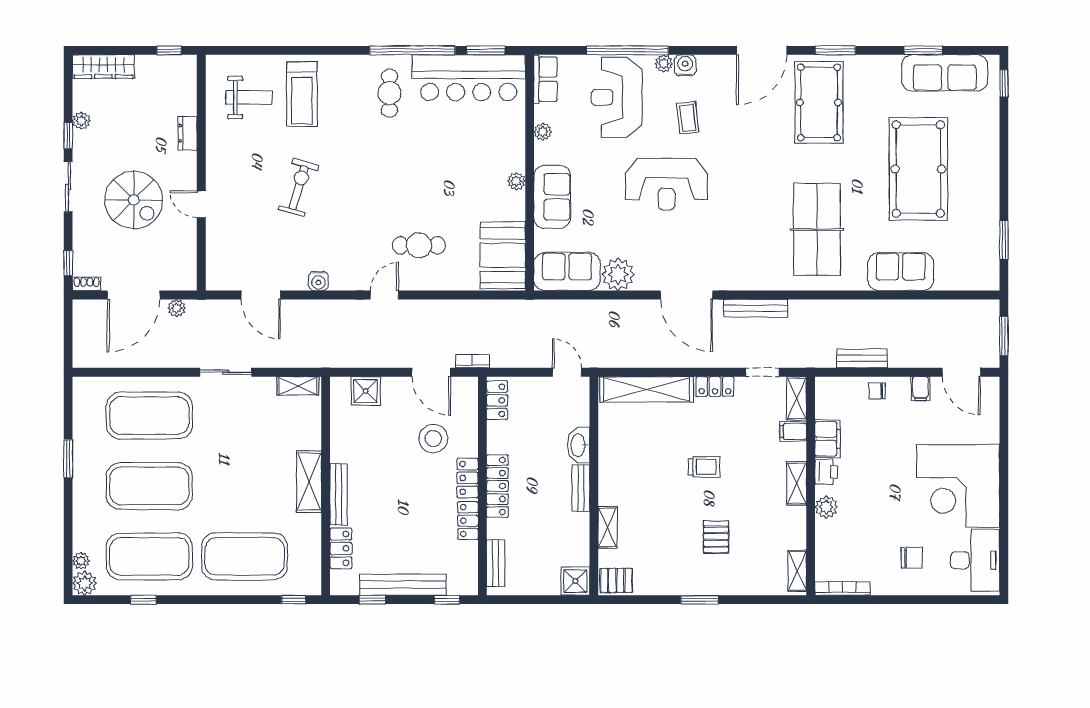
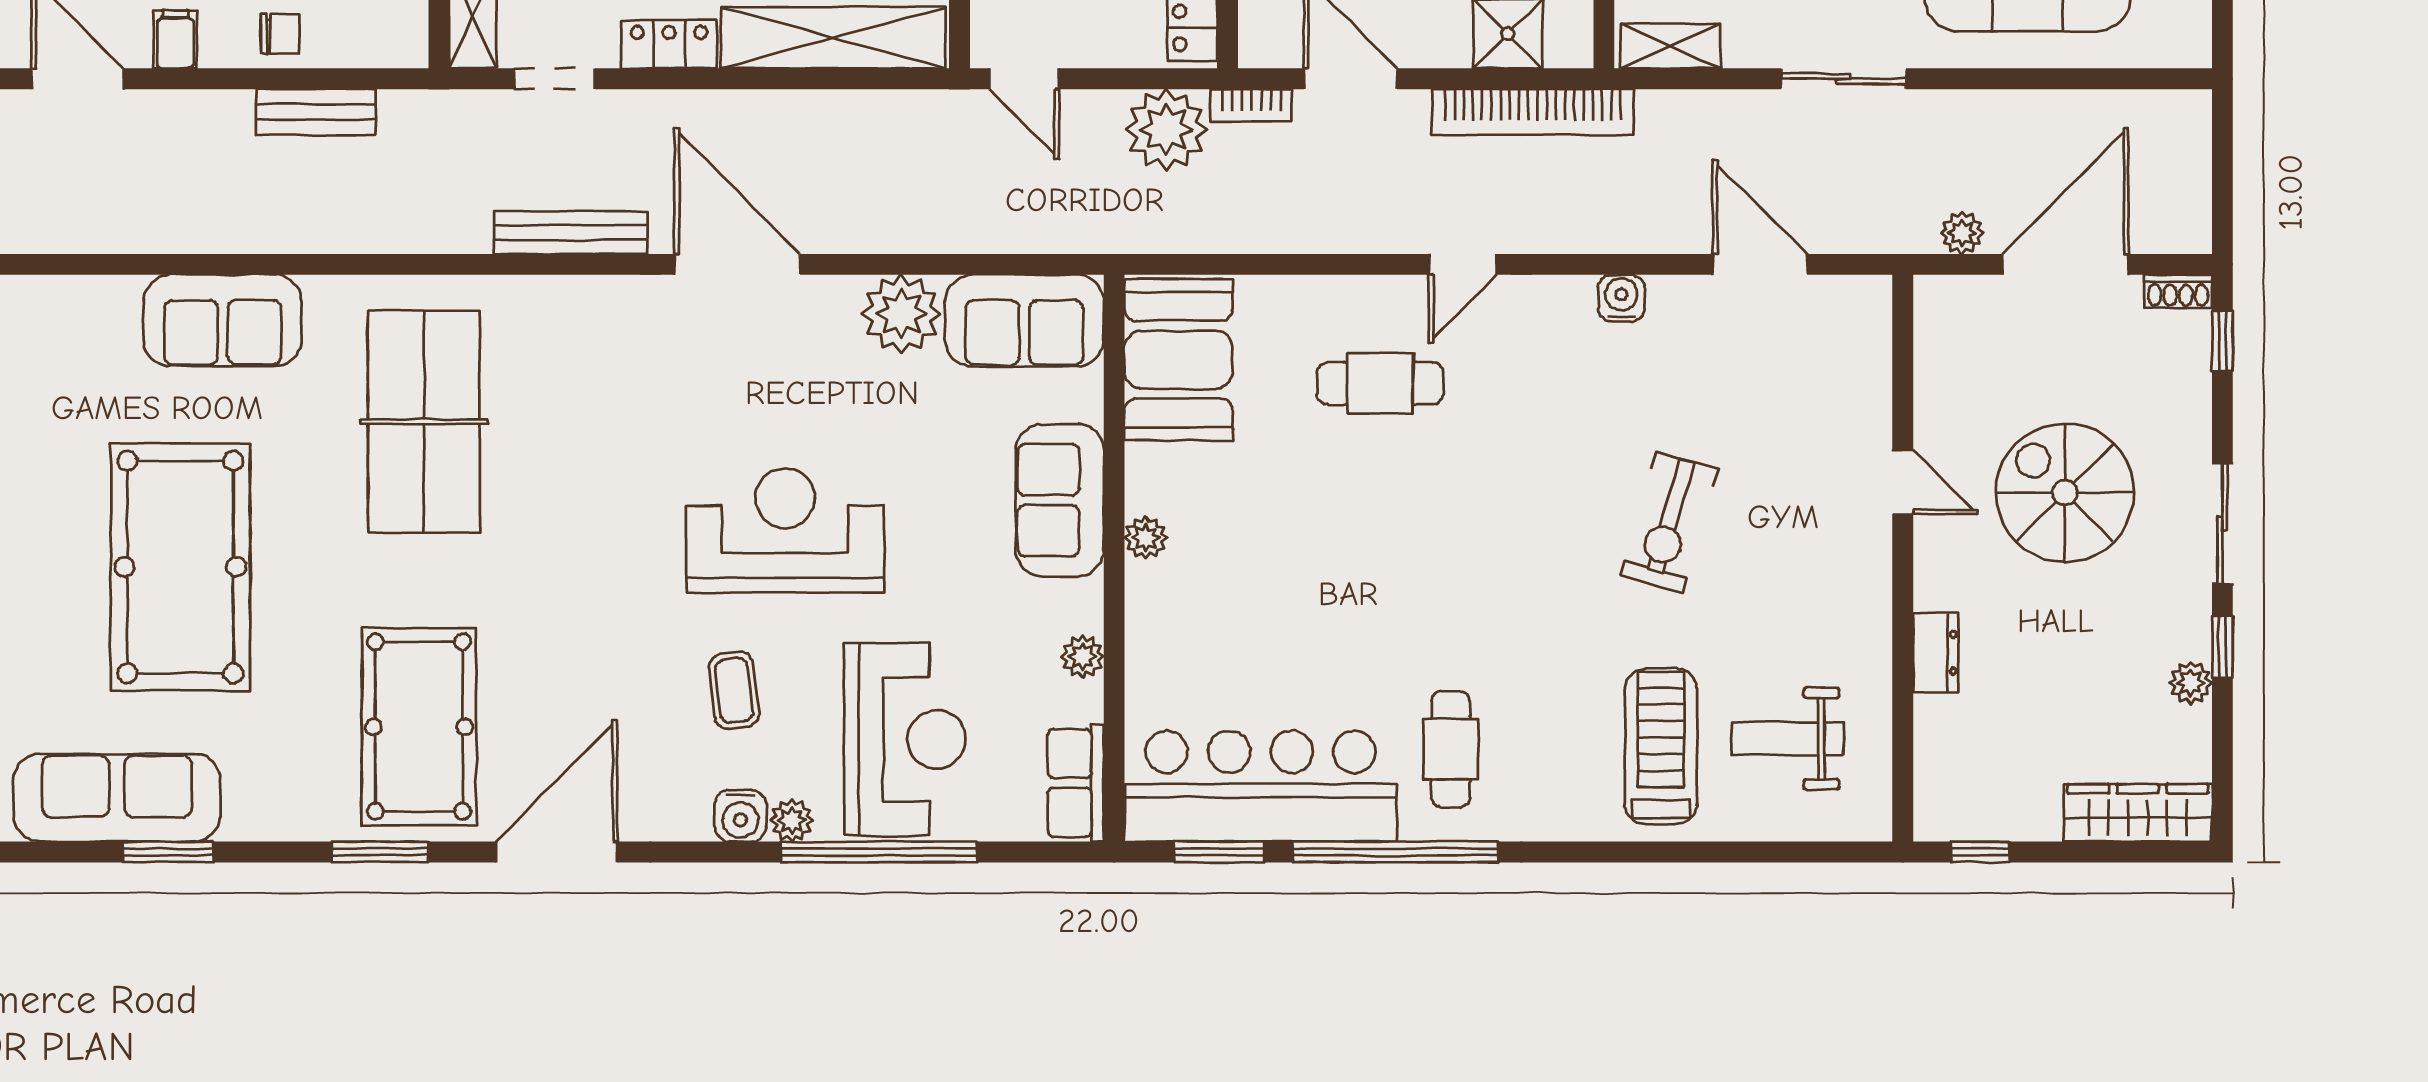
plant: (508, 351) -> (1166, 130), added
bookcase: (355, 358) -> (1533, 112), added

